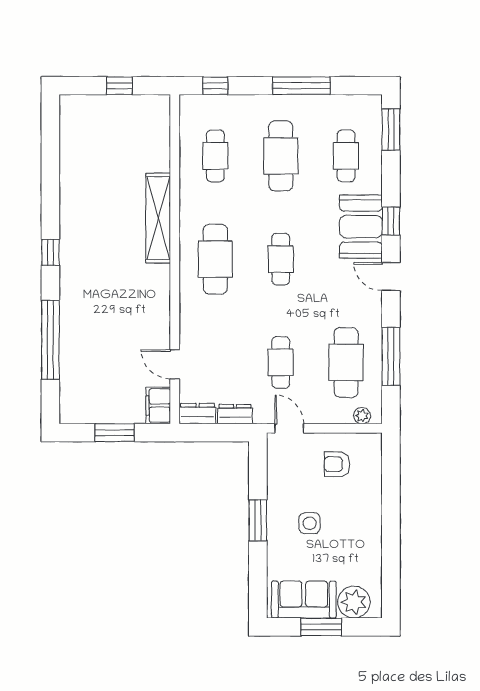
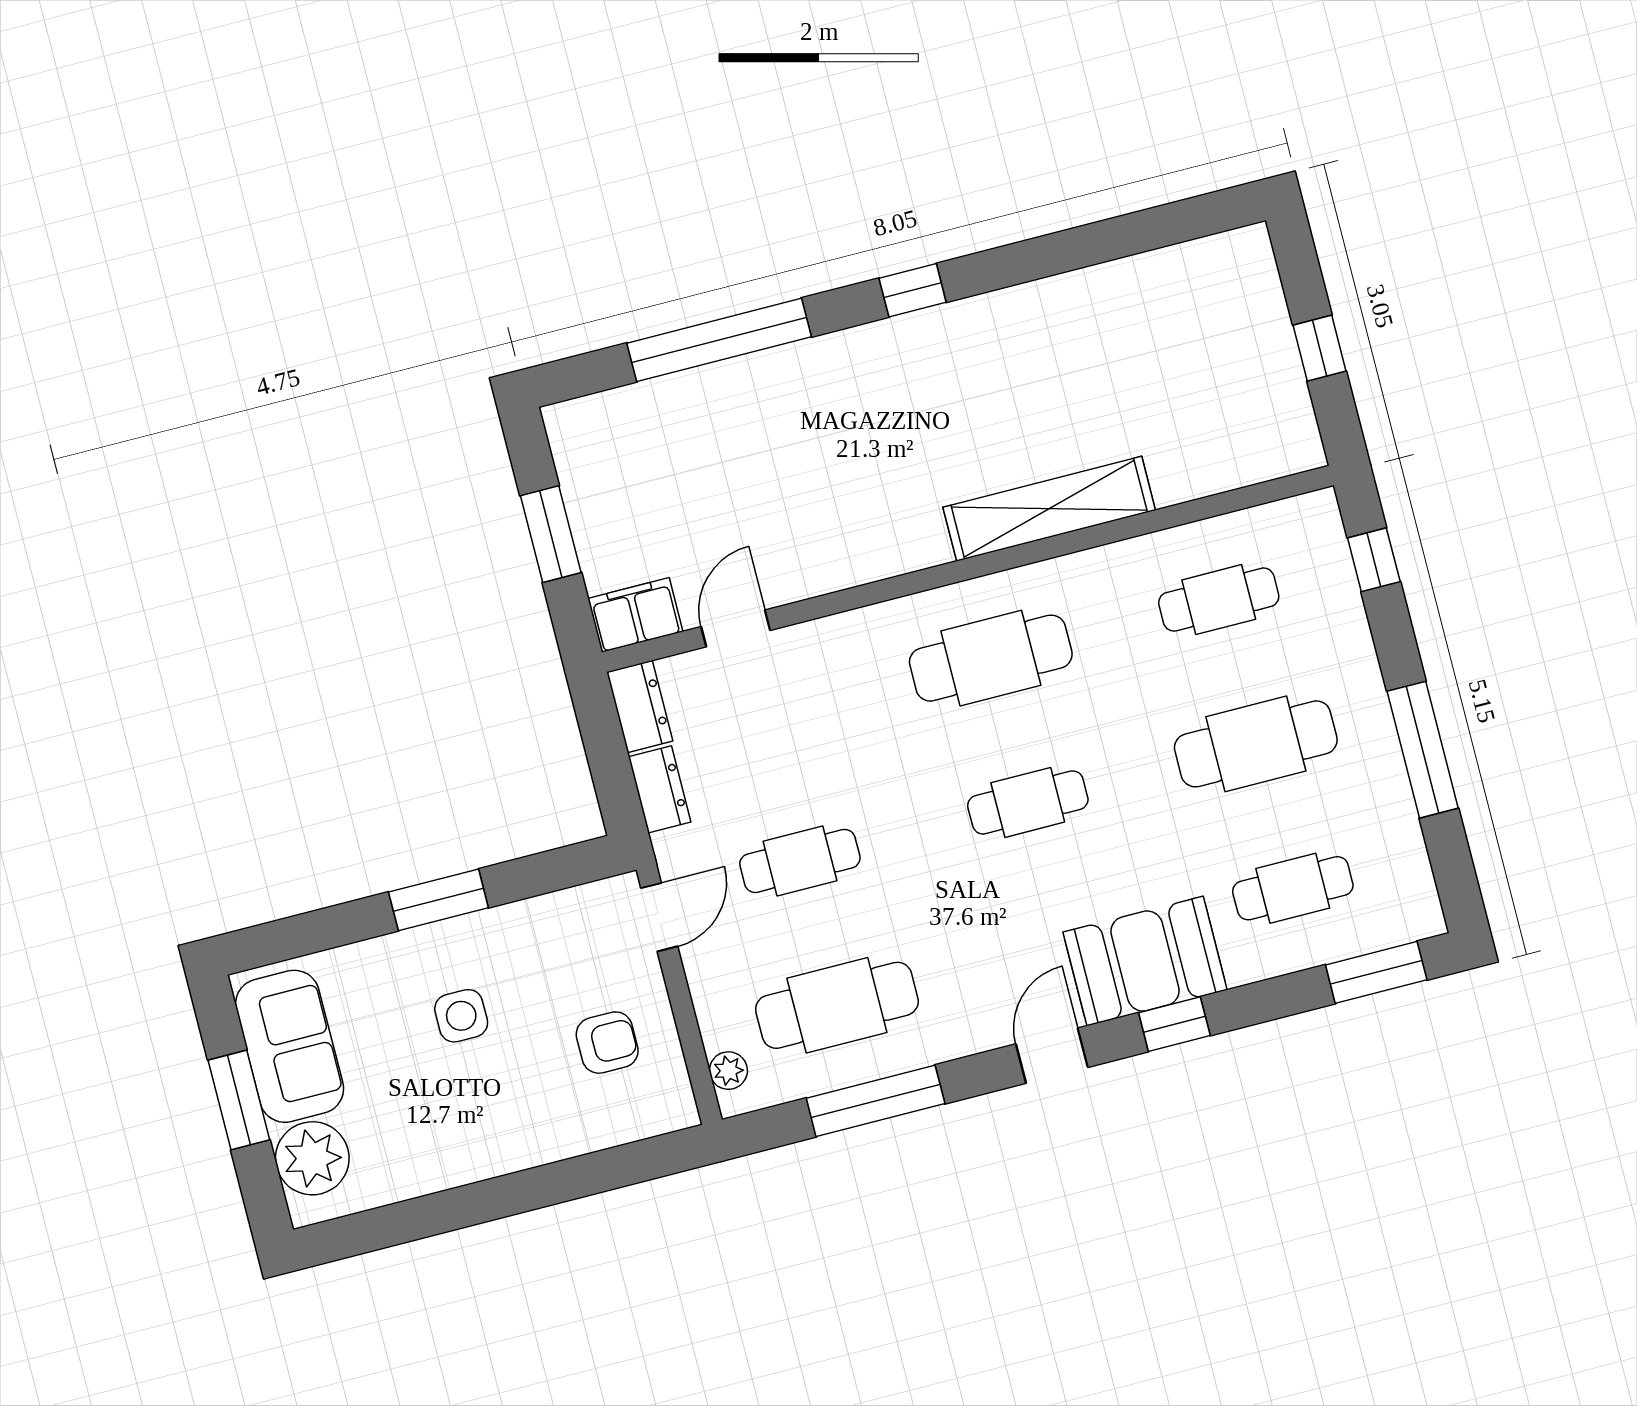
armchair: (337, 464) -> (607, 1043), turned 90

